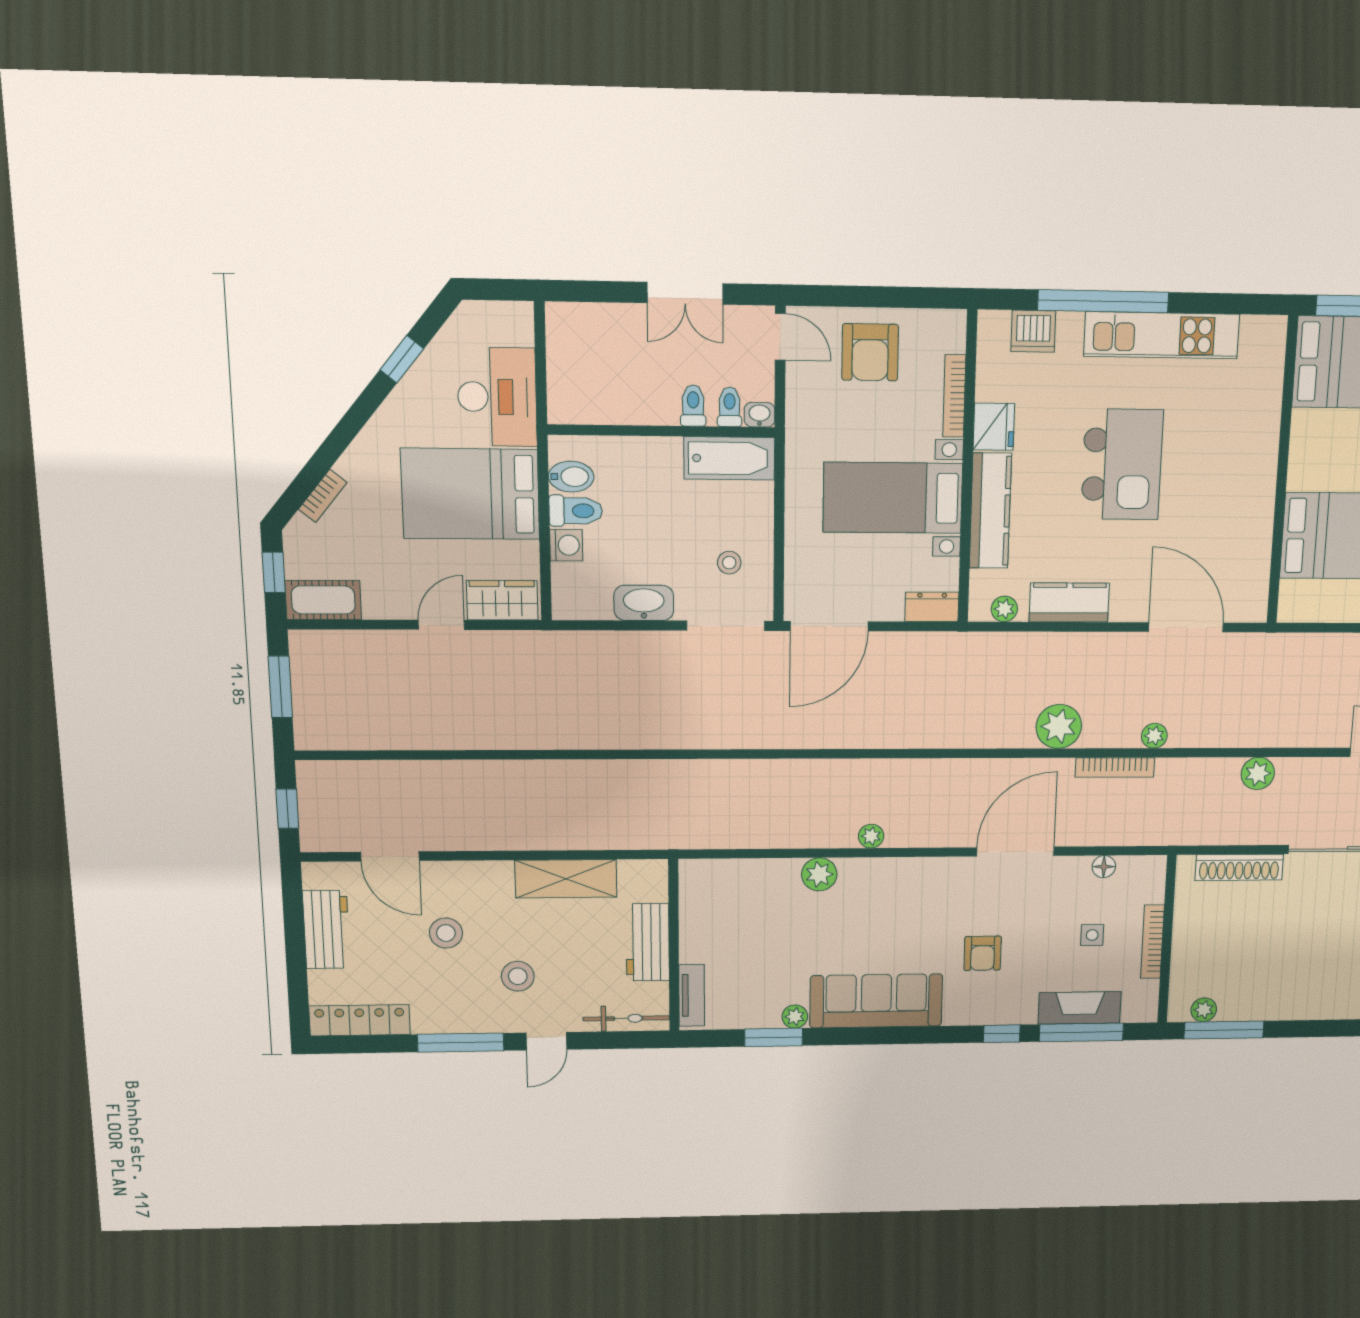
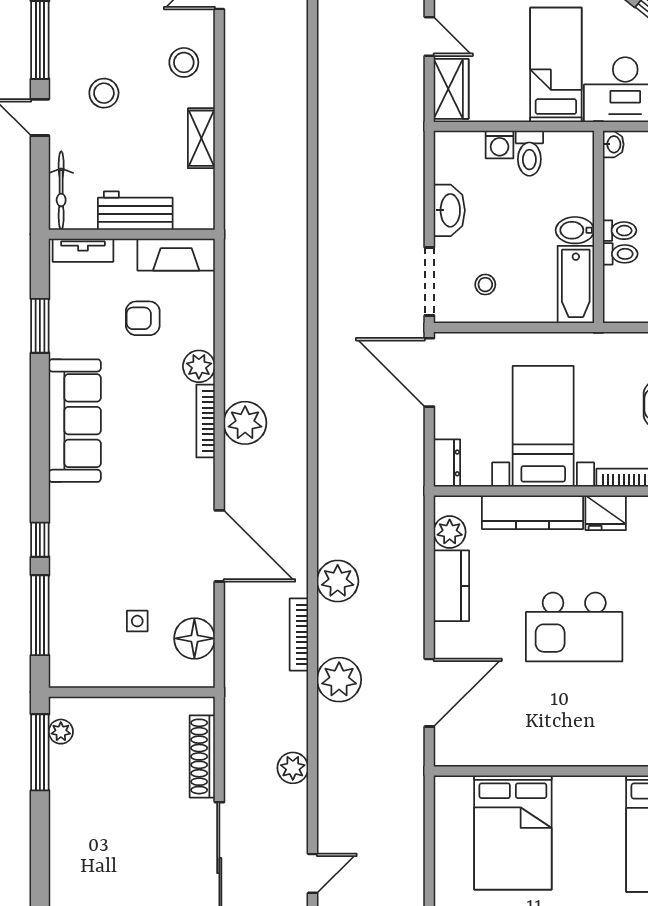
toilet: (730, 407) -> (620, 231), moved
washbasin: (759, 415) -> (613, 144), moved
bidet: (571, 477) -> (575, 230), moved, turned 90
bed: (470, 494) -> (556, 65), width x0.67
plant: (1004, 609) -> (450, 532), width x1.38, depth x1.38
plant: (1154, 736) -> (339, 680), width x1.87, depth x1.87
plant: (871, 836) -> (245, 423), width x1.88, depth x1.88
floor lamp: (1104, 867) -> (194, 638), width x1.89, depth x1.89
shelving: (566, 879) -> (201, 138), width x0.67, depth x0.75
stool: (446, 933) -> (184, 62), moved
bookcase: (1152, 942) -> (206, 421), moved, turned -90
armchair: (983, 953) -> (143, 318), moved
fireplace: (1080, 1008) -> (176, 255), moved, turned 90
plant: (795, 1017) -> (60, 345), removed

